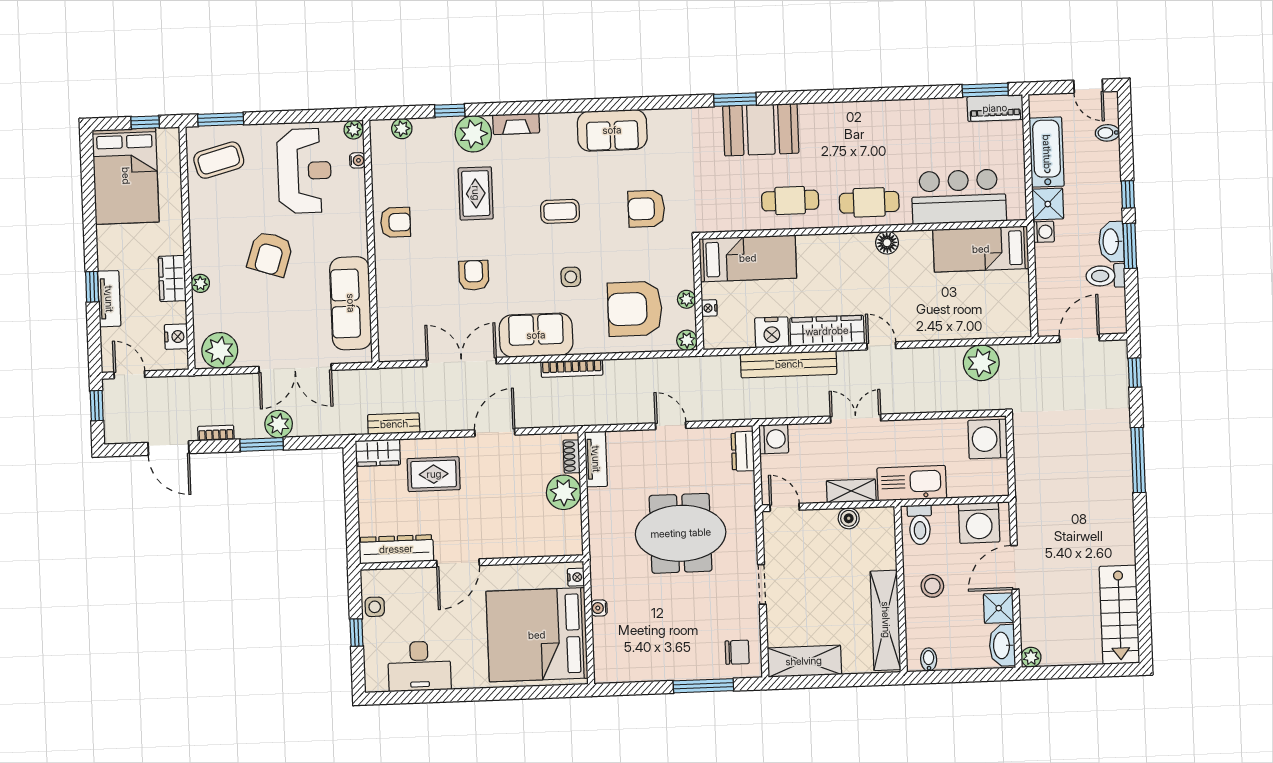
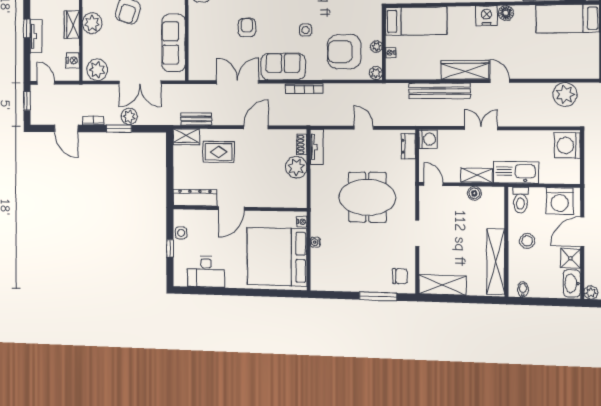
plant: (200, 283) -> (92, 23), width x1.88, depth x1.88
nightstand: (772, 332) -> (486, 16), moved, turned 180

